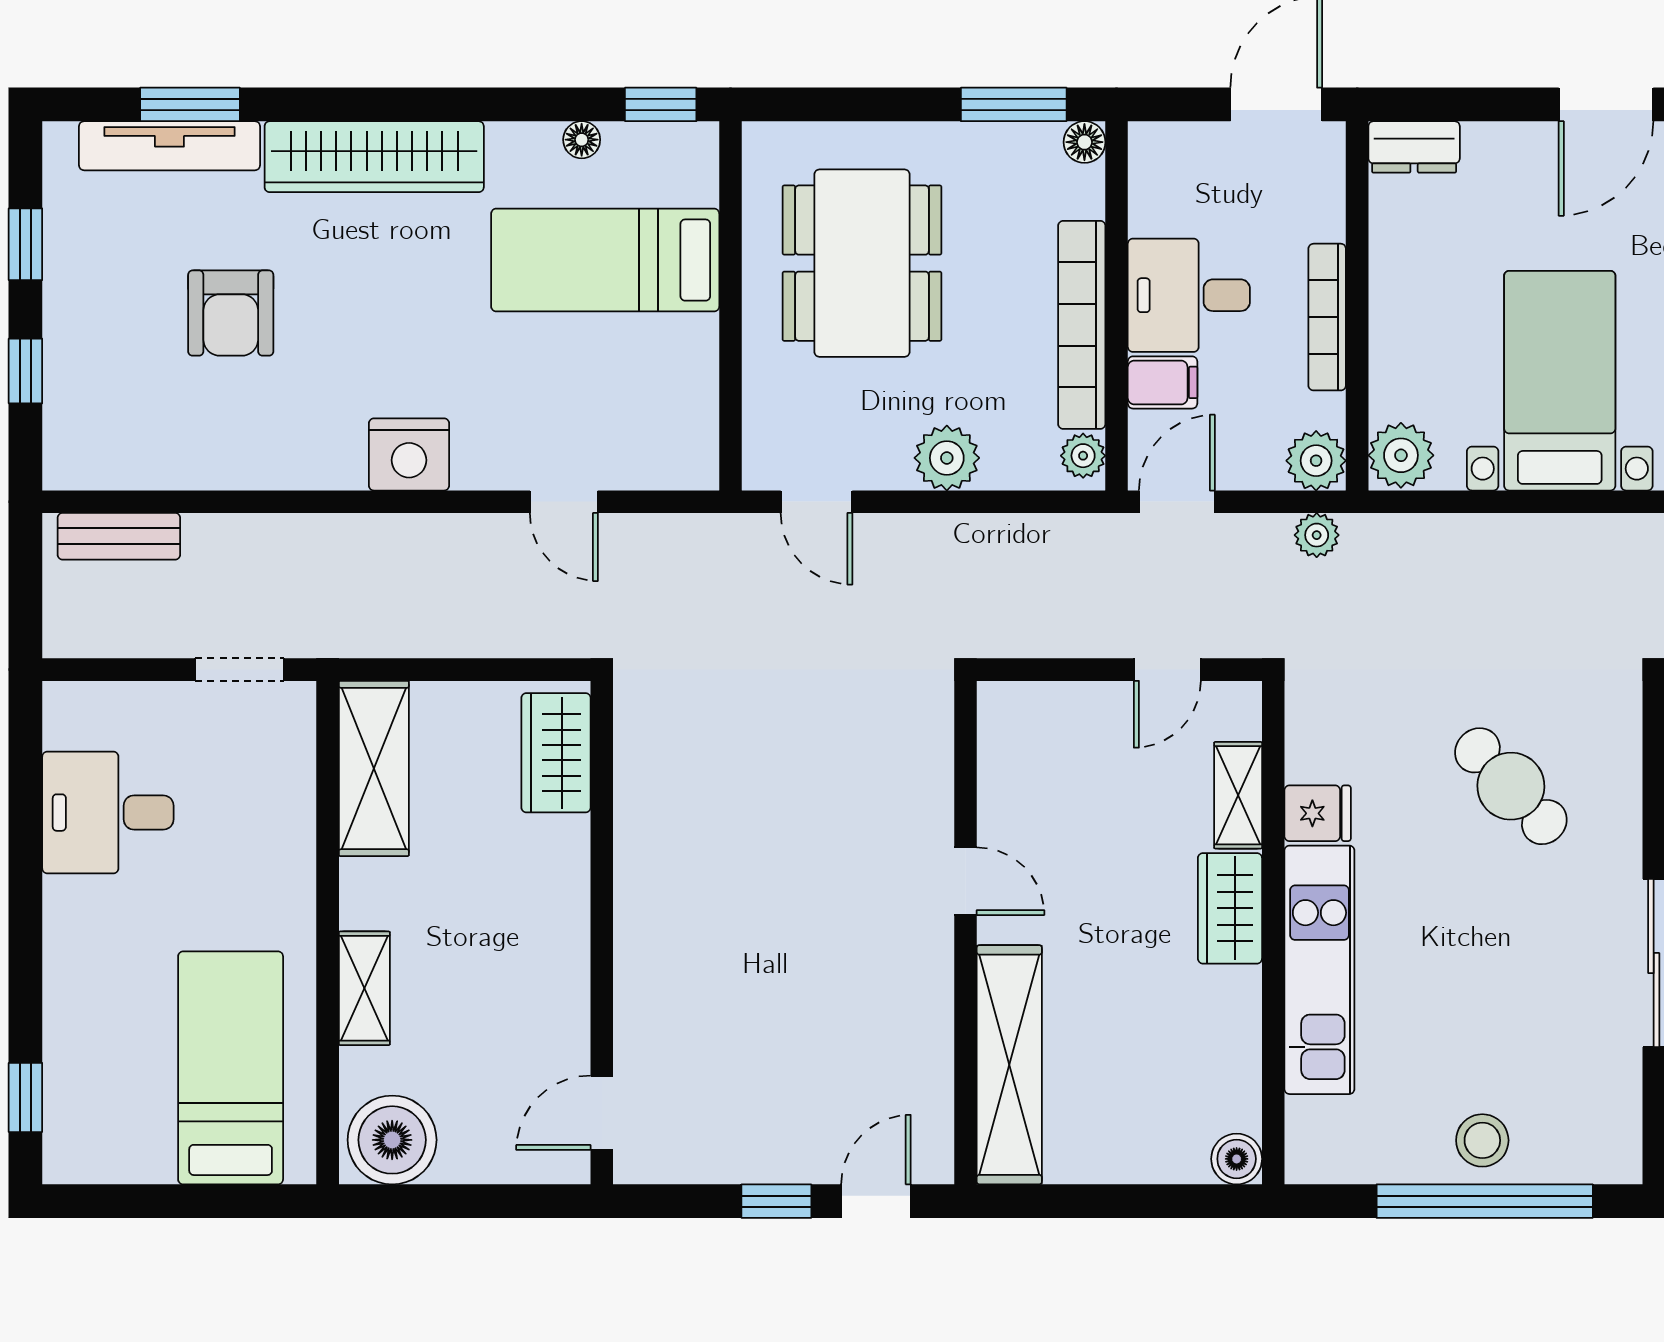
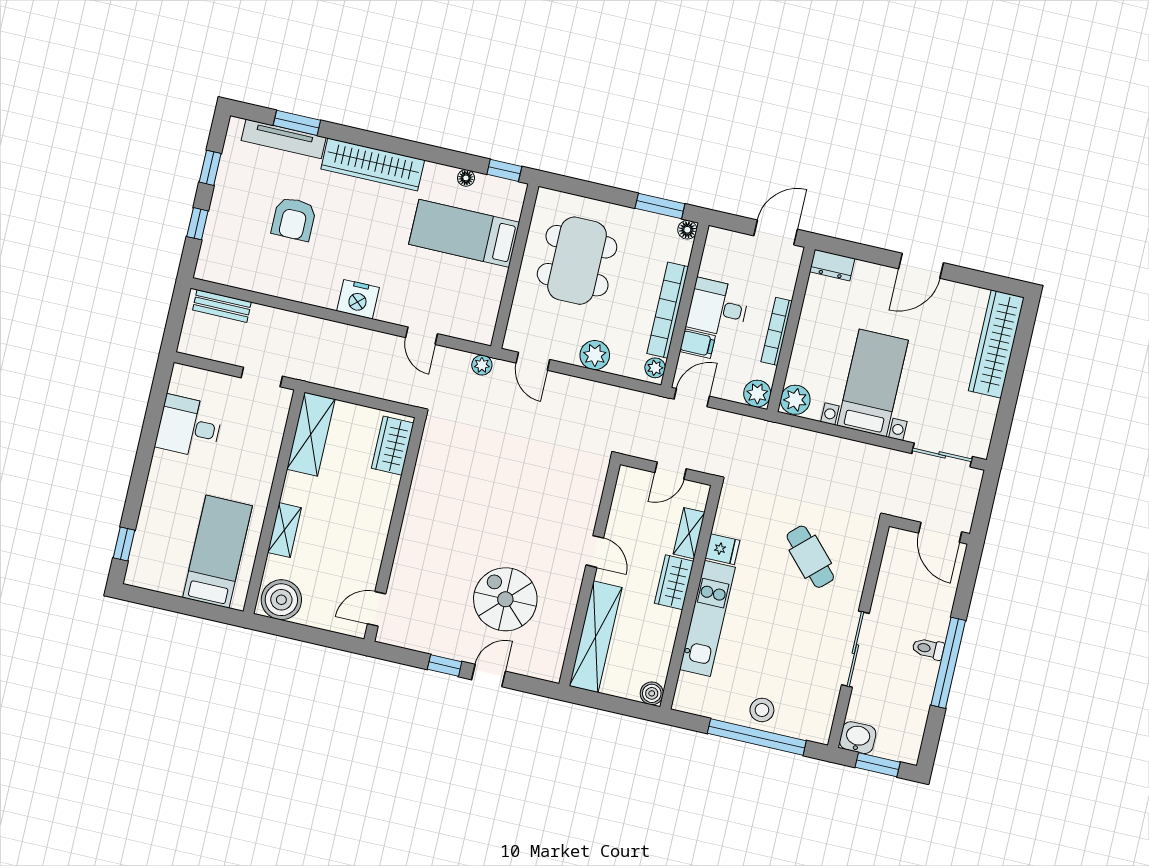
plant: (1317, 535) -> (482, 365), moved
door: (965, 881) -> (595, 551), moved
wall: (965, 933) -> (590, 574), moved
spiral stairs: (875, 1029) -> (505, 599), added
shelving: (1009, 1065) -> (596, 637), moved

